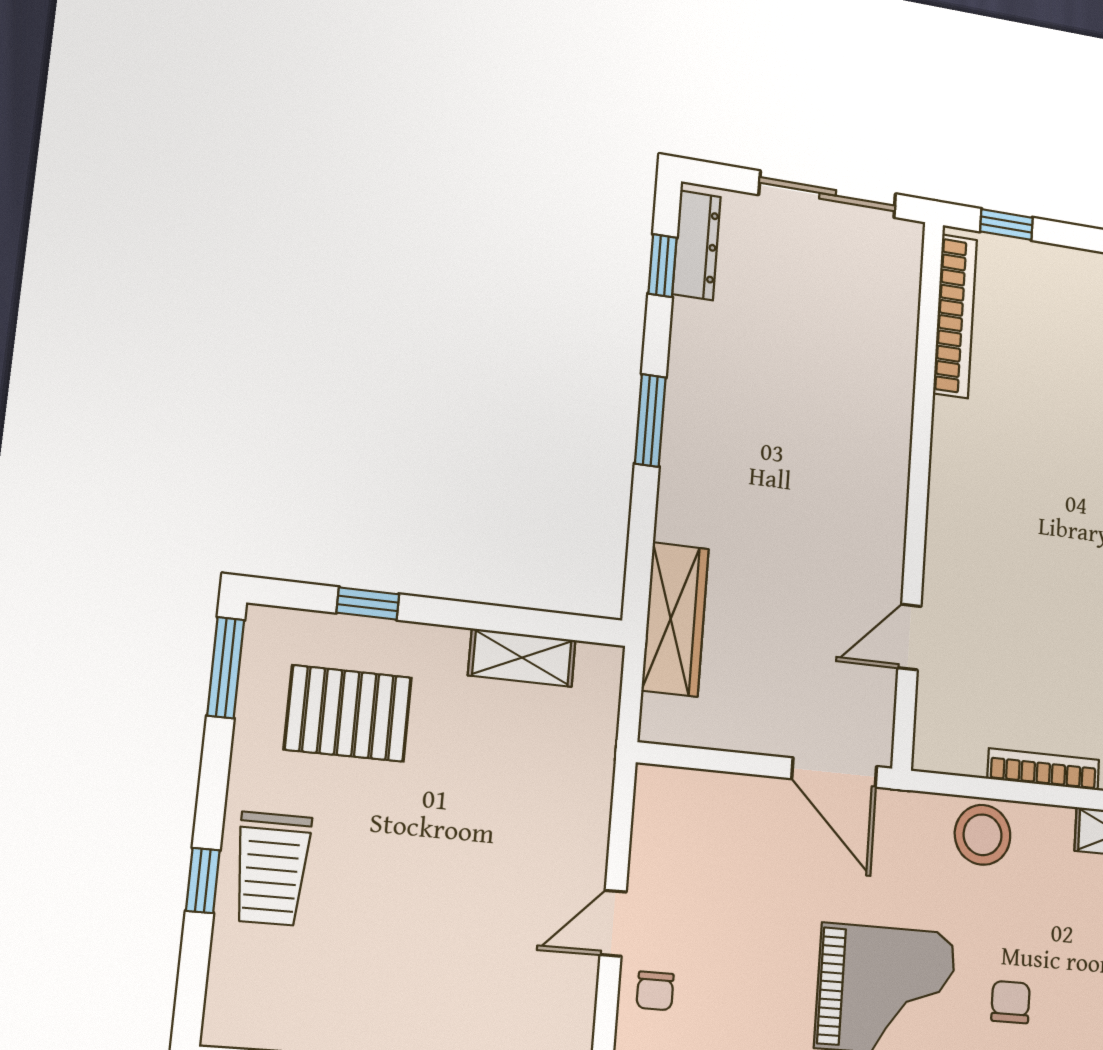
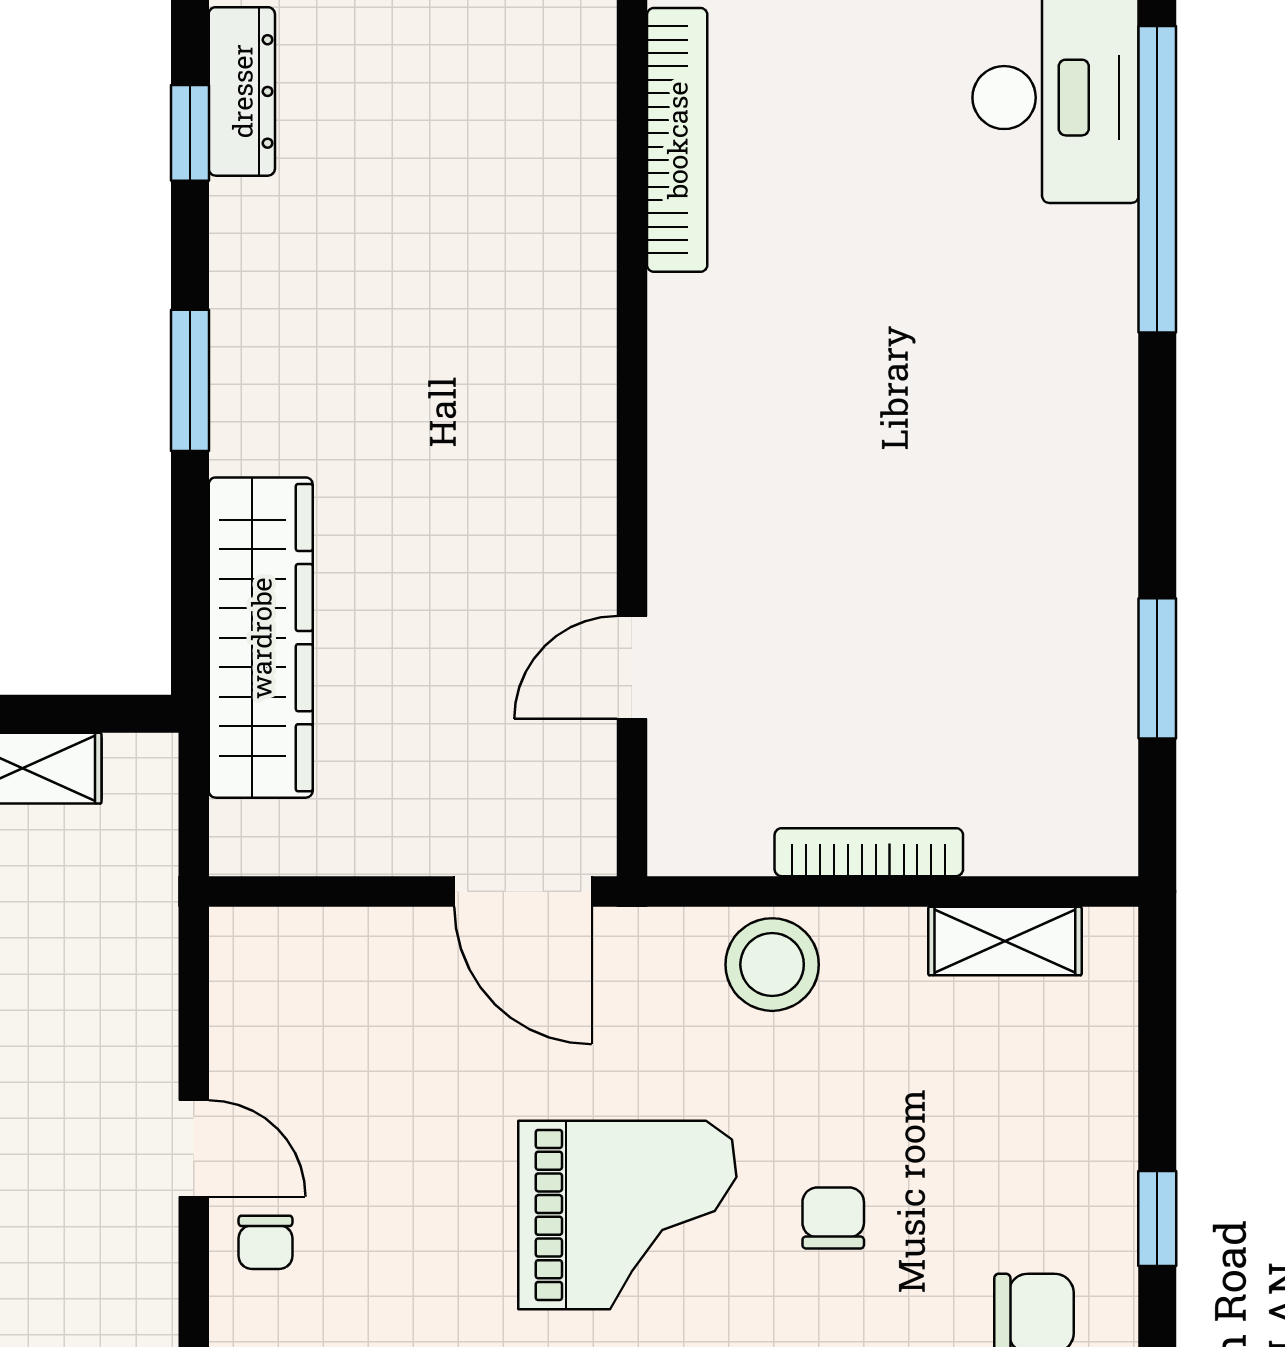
wardrobe: (675, 619) -> (261, 638), width x1.40, depth x1.17
door: (613, 923) -> (194, 1148), swing flipped

